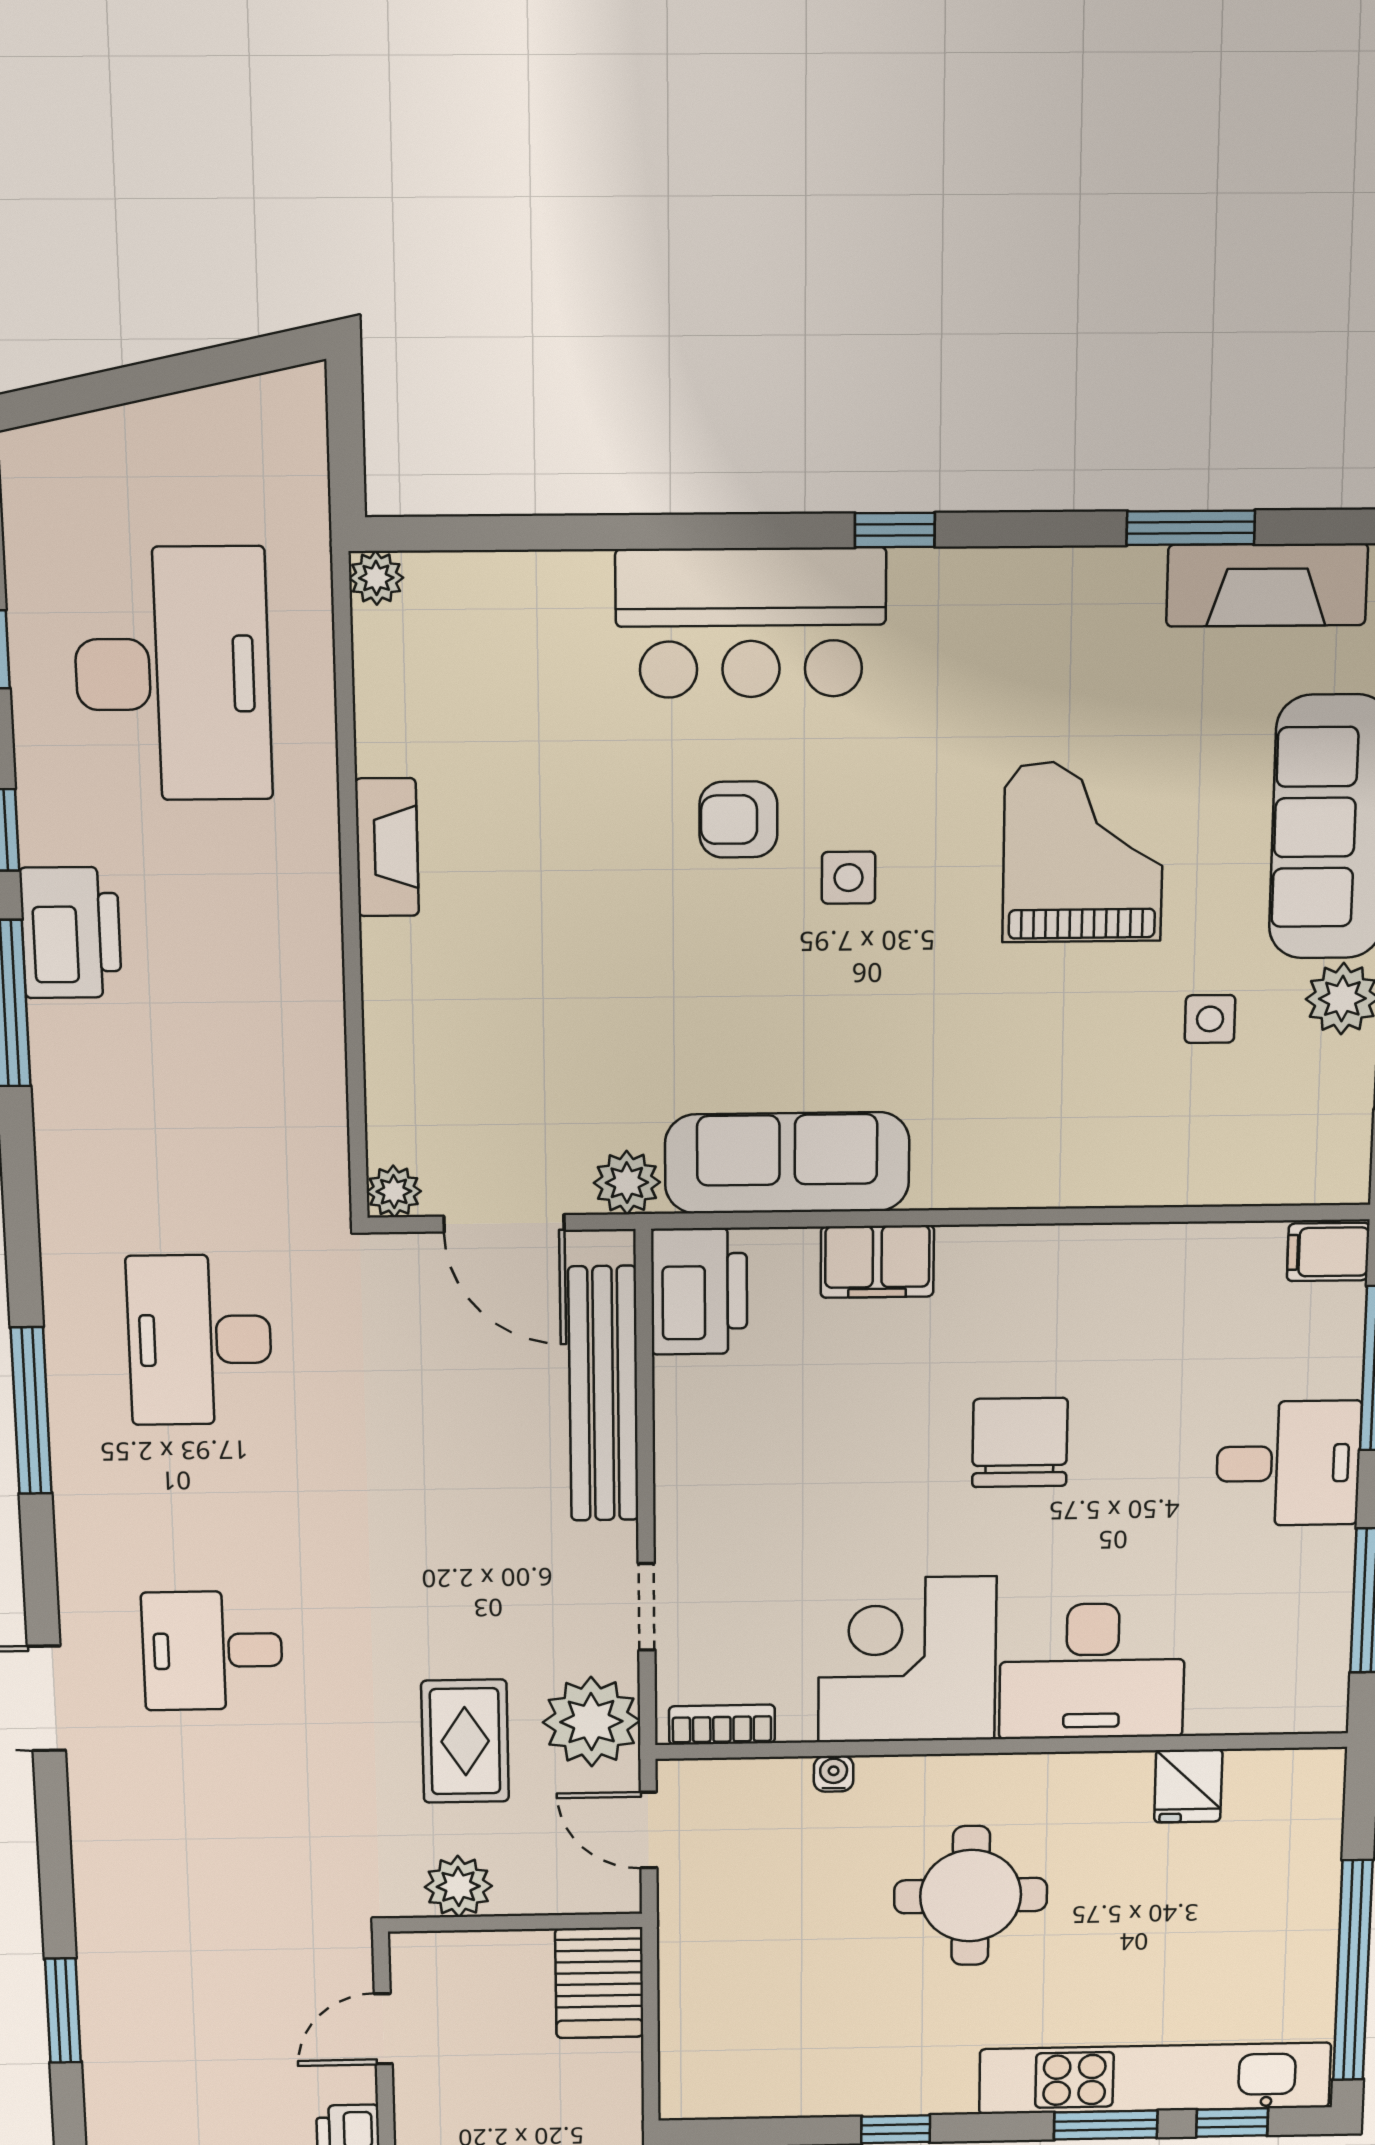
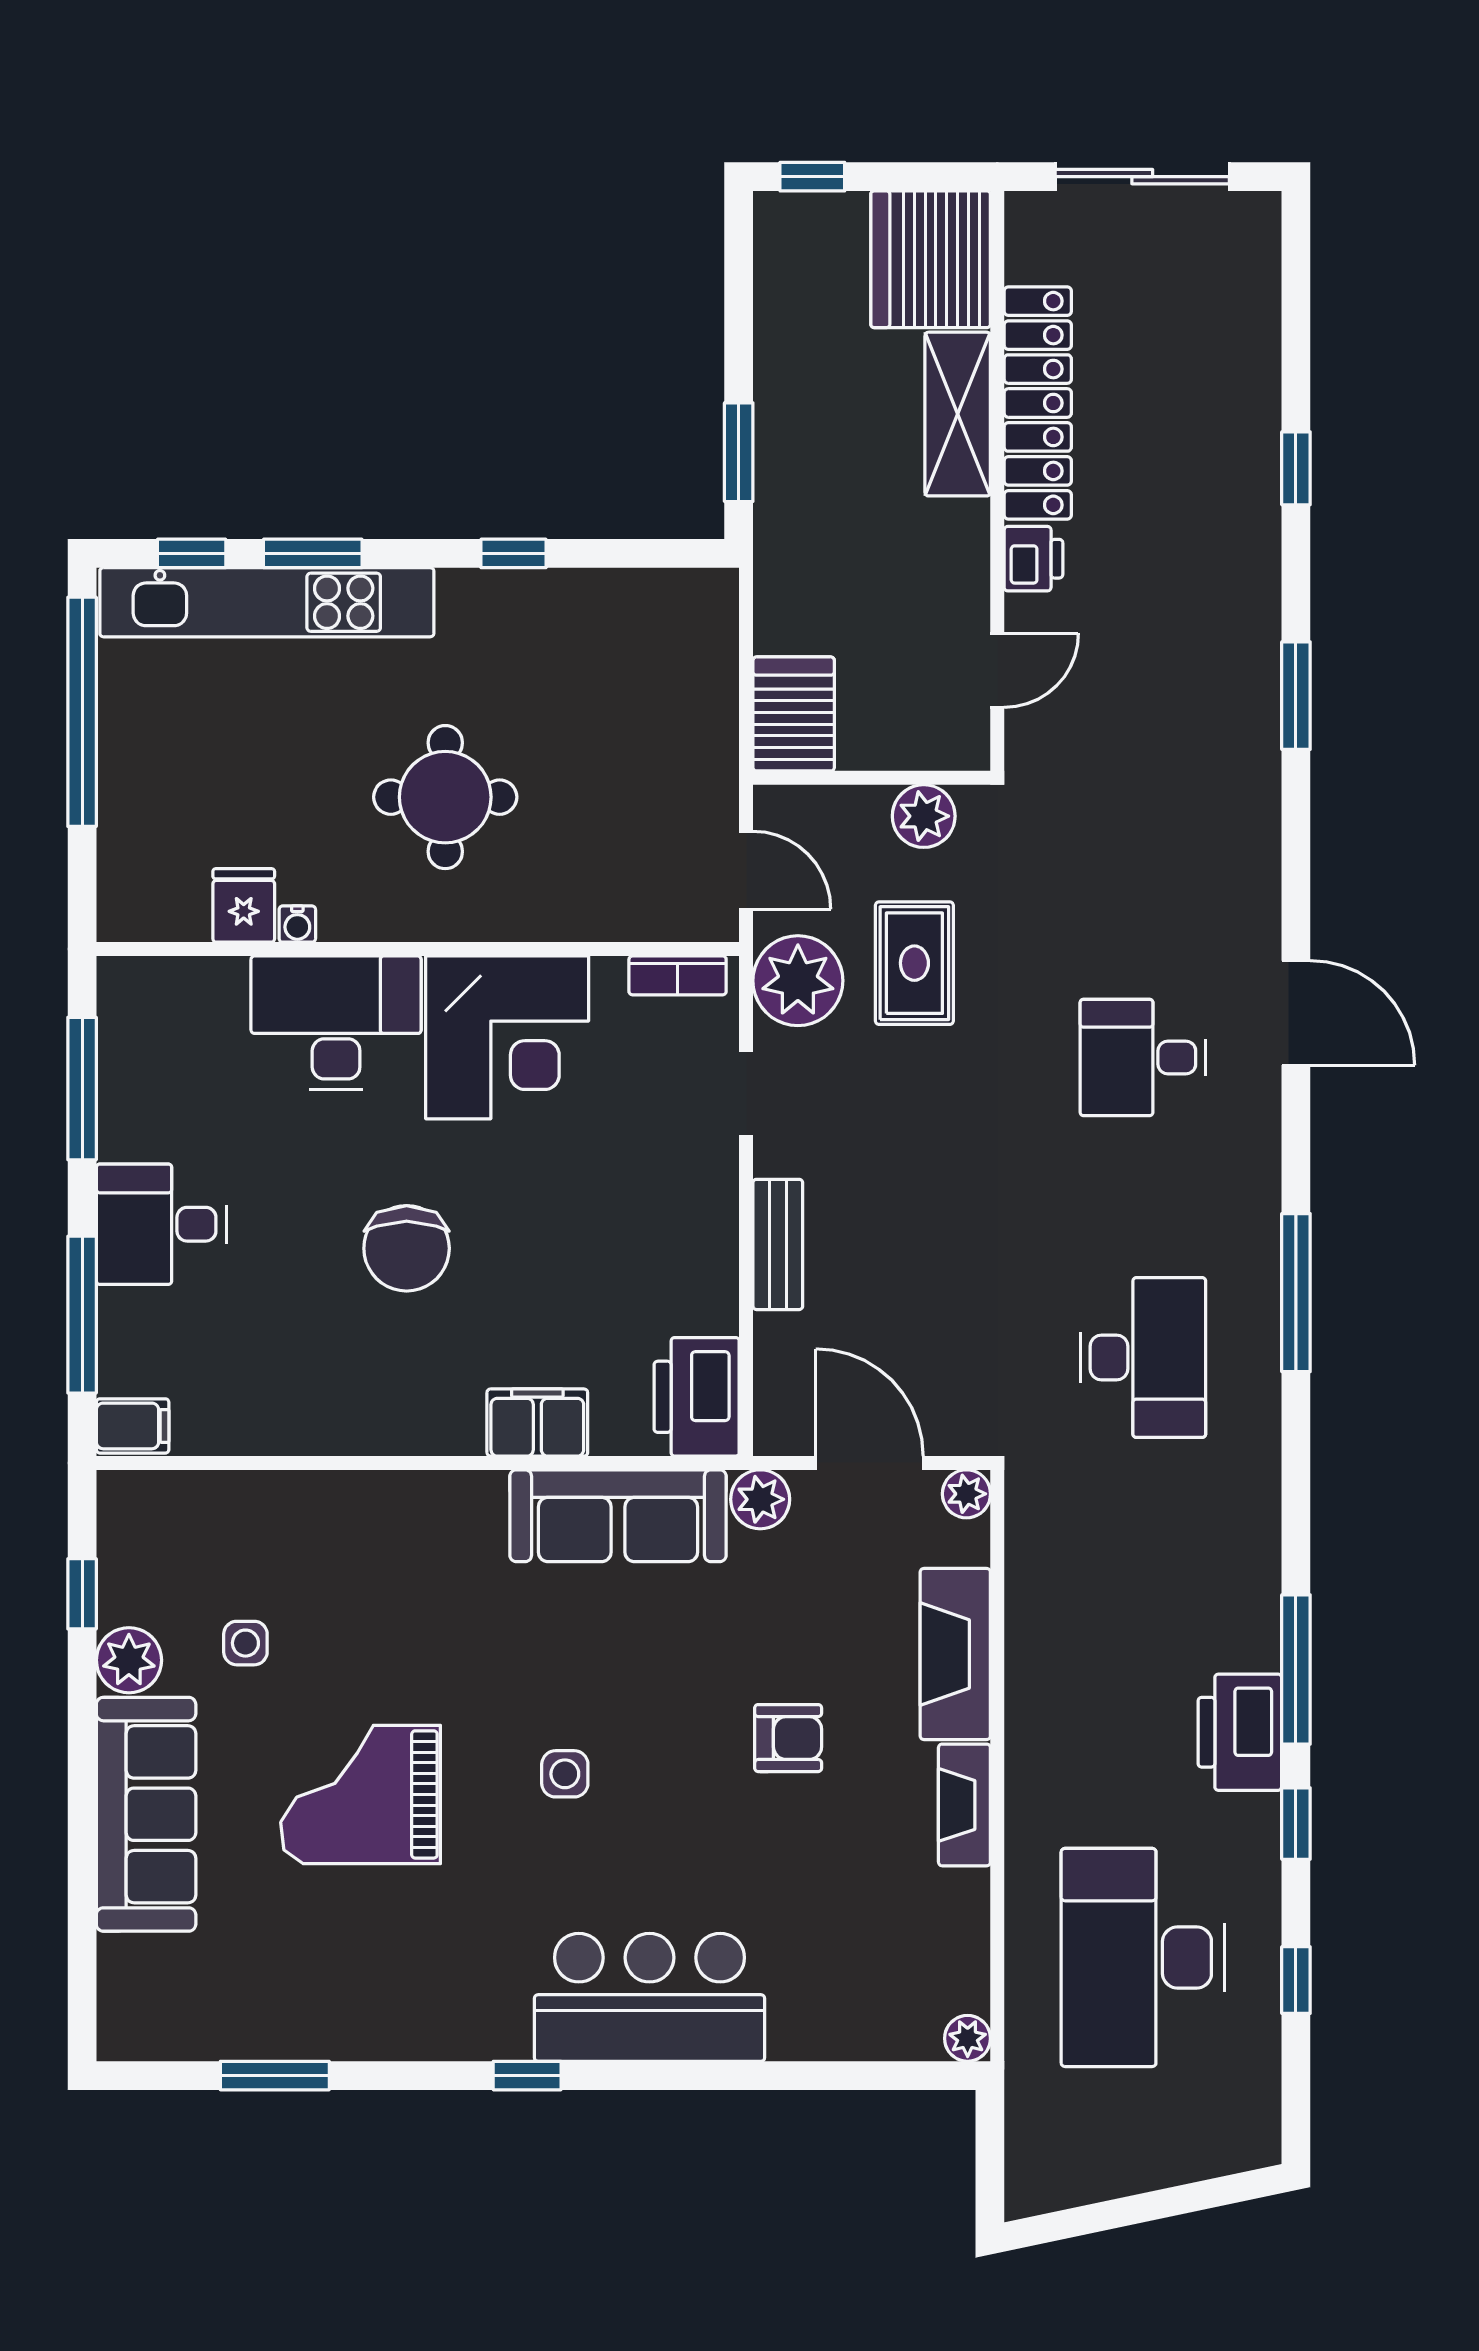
fireplace: (1267, 585) -> (955, 1654), moved, turned -90
armchair: (738, 819) -> (788, 1738), moved
grand piano: (1083, 852) -> (361, 1794), turned 90
bench: (603, 1394) -> (778, 1244), width x0.54, depth x0.82
desk: (212, 1651) -> (1143, 1058), turned 180
water cooler: (834, 1774) -> (297, 924), moved

